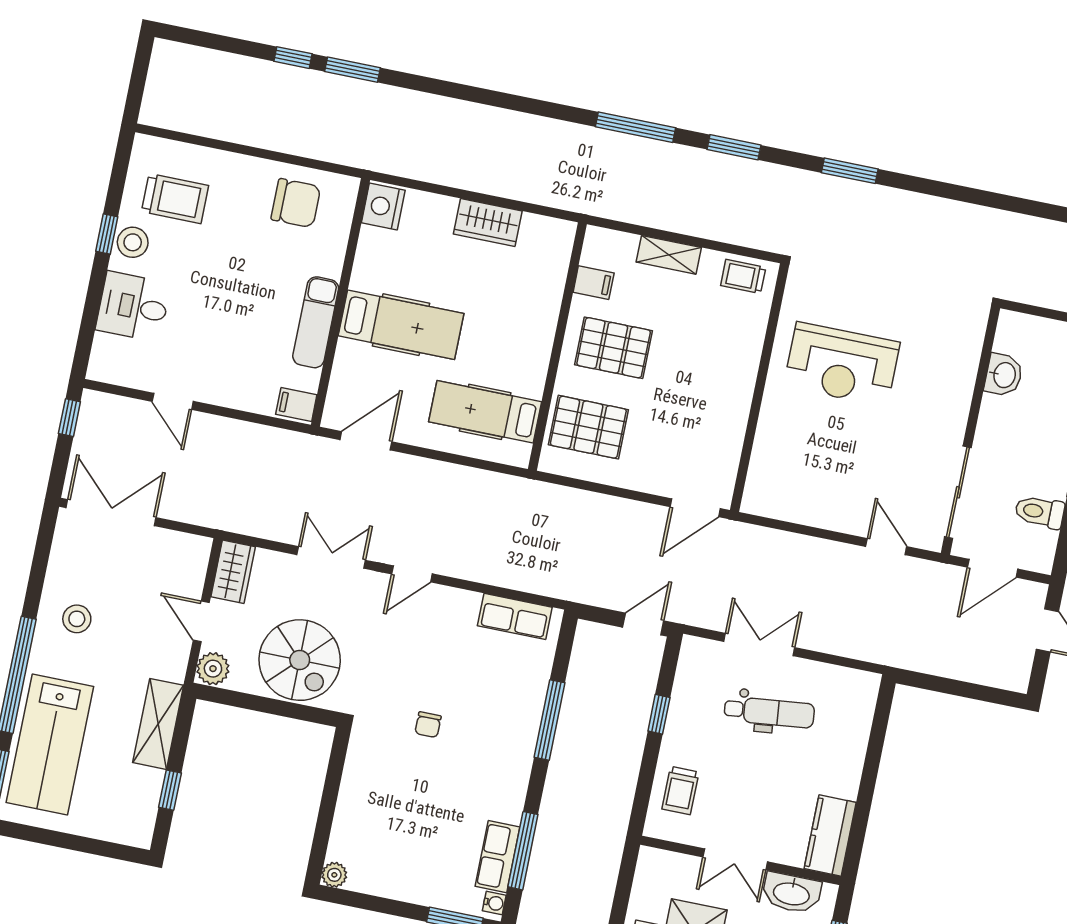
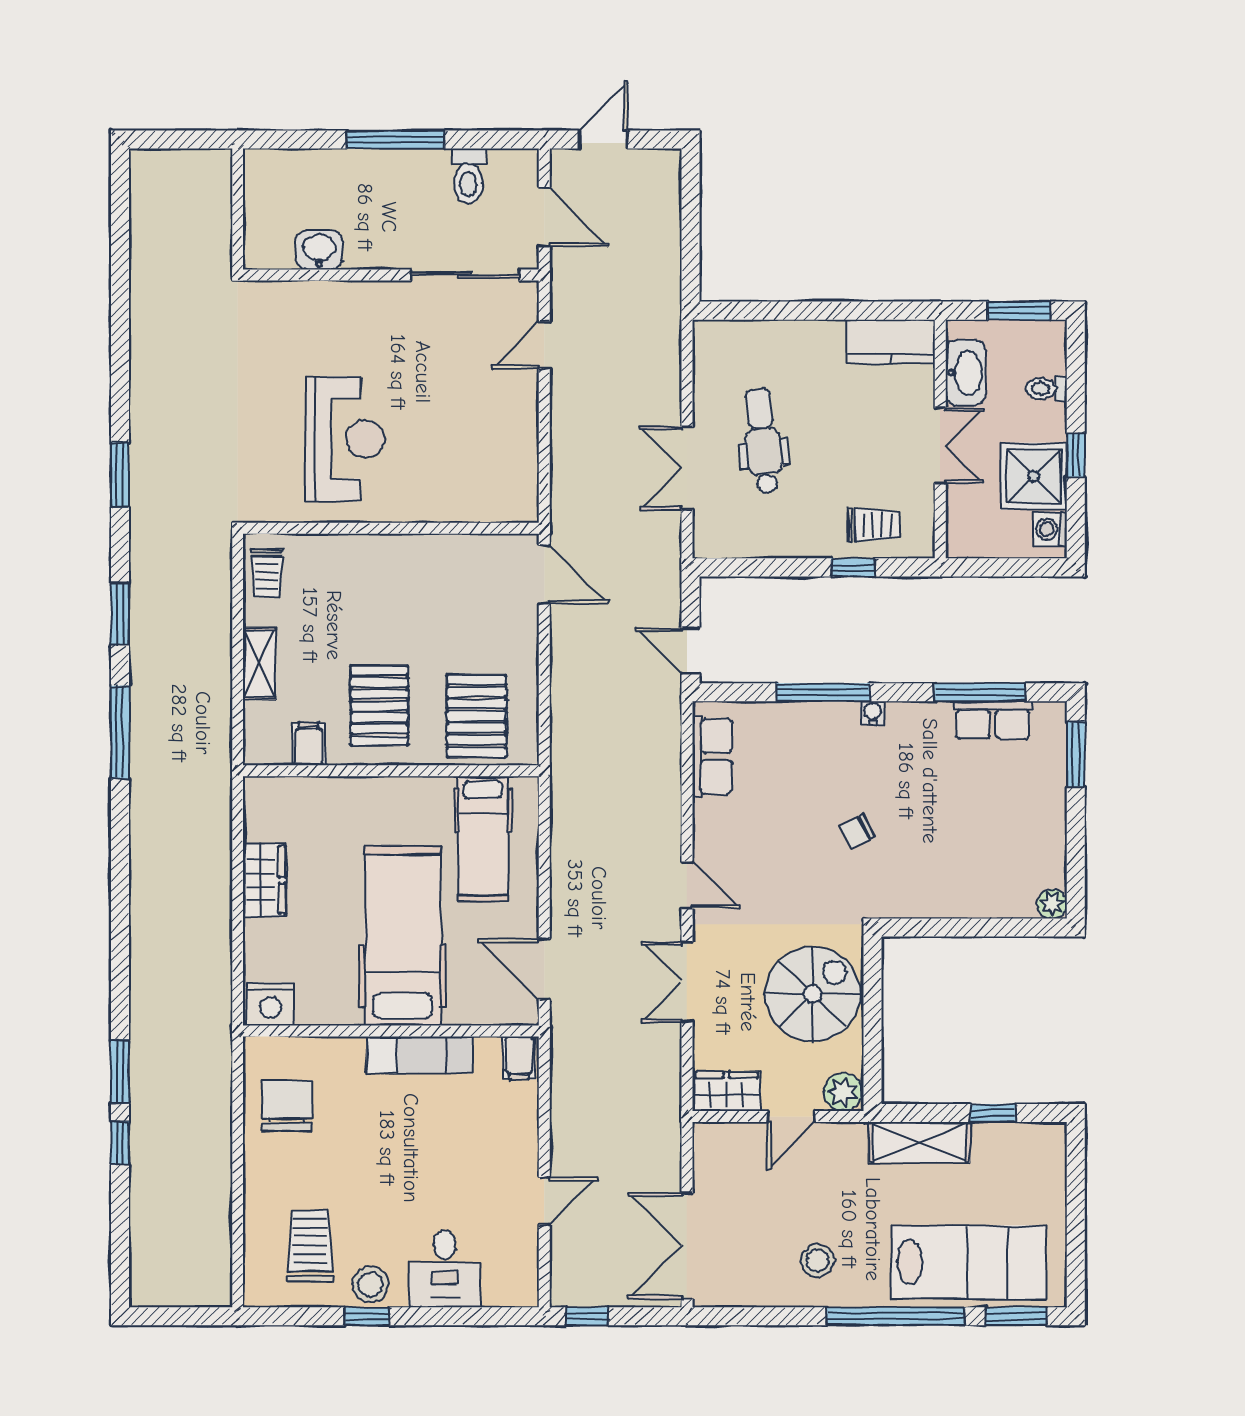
hospital bed: (401, 325) -> (402, 936), width x1.37, depth x1.29
door: (643, 624) -> (691, 651), moved
window: (659, 714) -> (853, 567), moved
chair: (428, 725) -> (857, 831), turned 152
water cooler: (494, 903) -> (873, 713), moved

